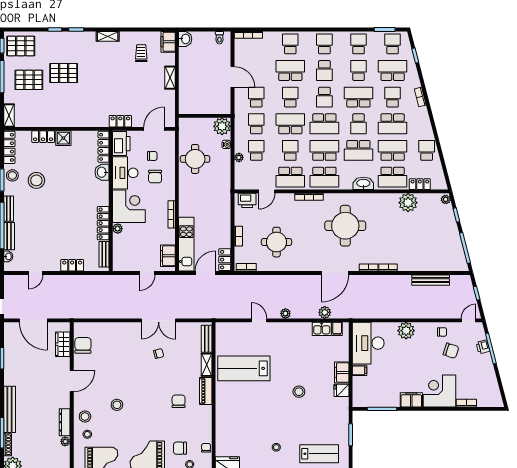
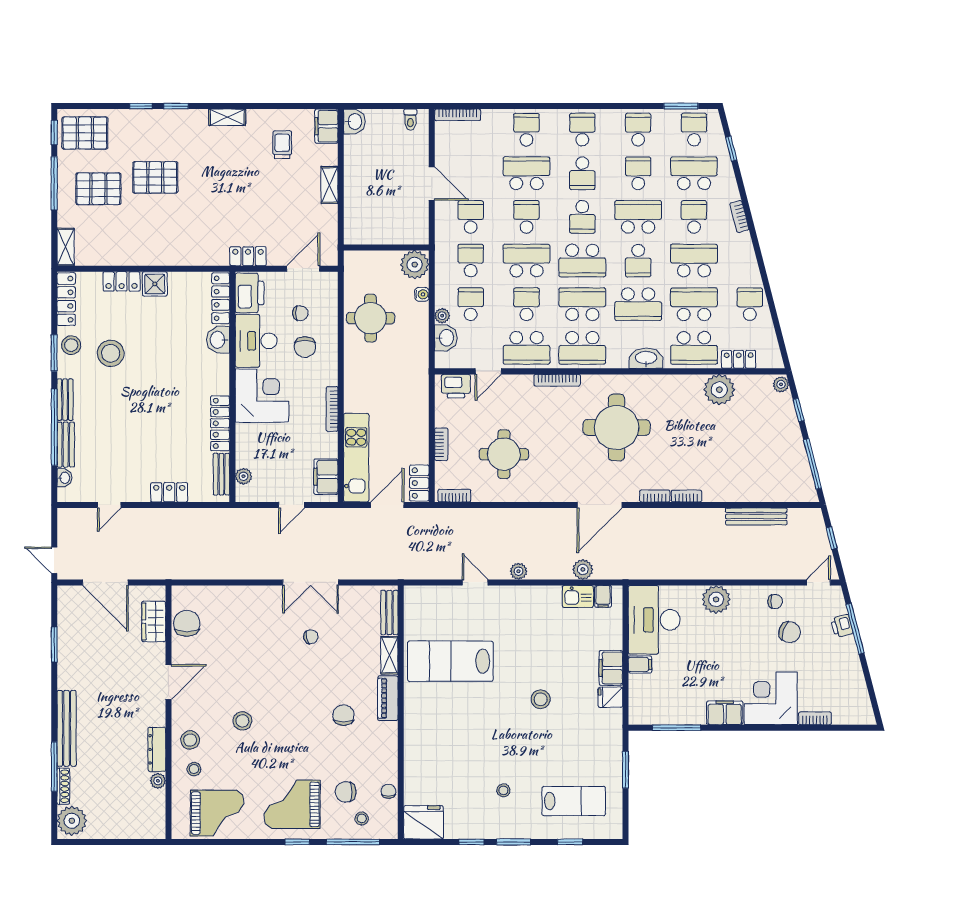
school desk: (393, 124) -> (694, 261), turned 180
washbasin: (241, 171) -> (446, 338), added
plant: (118, 229) -> (243, 476), moved

